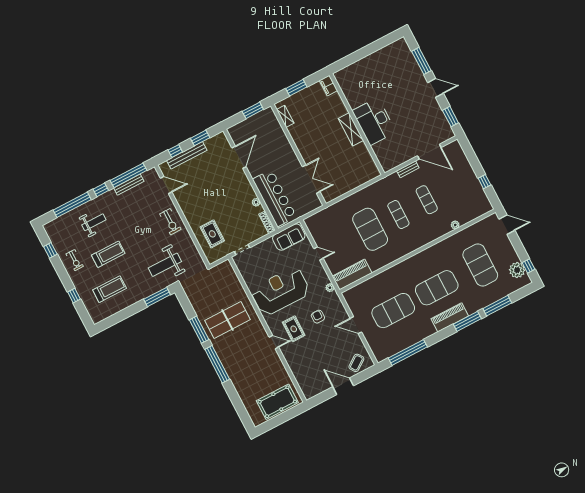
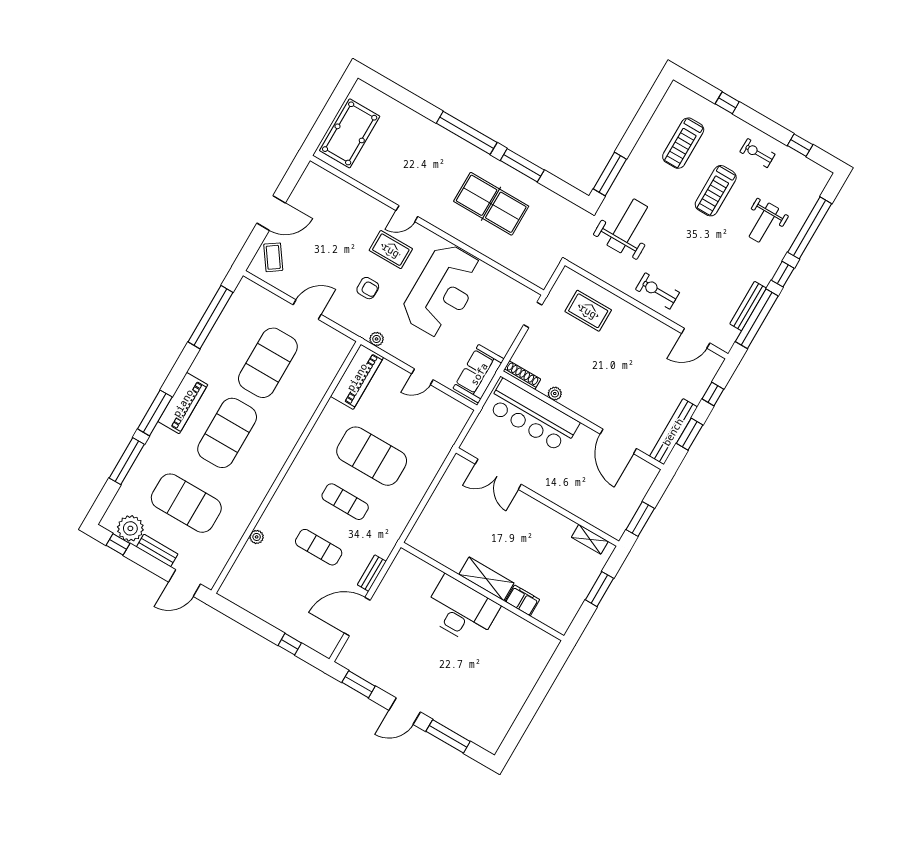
filing cabinet: (328, 86) -> (522, 600), moved
bench: (187, 155) -> (673, 432), moved
window: (484, 182) -> (290, 644), moved
bench: (510, 250) -> (157, 550), added
table tennis table: (227, 320) -> (491, 204), turned 90

